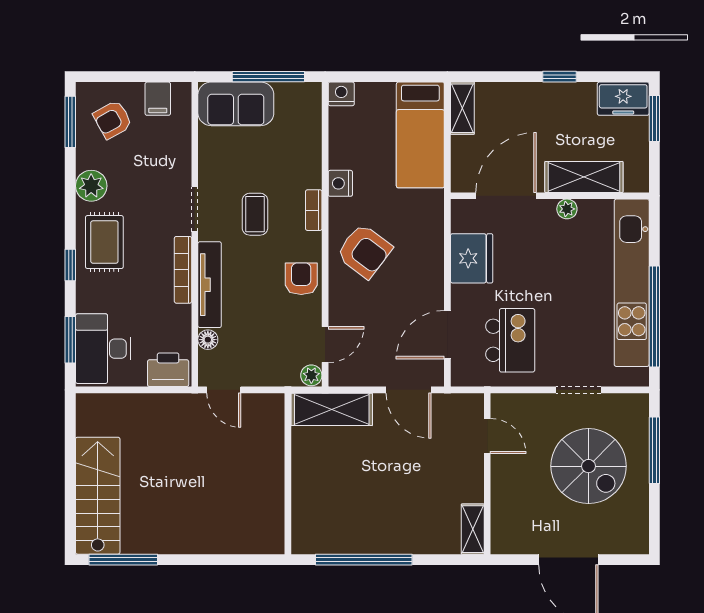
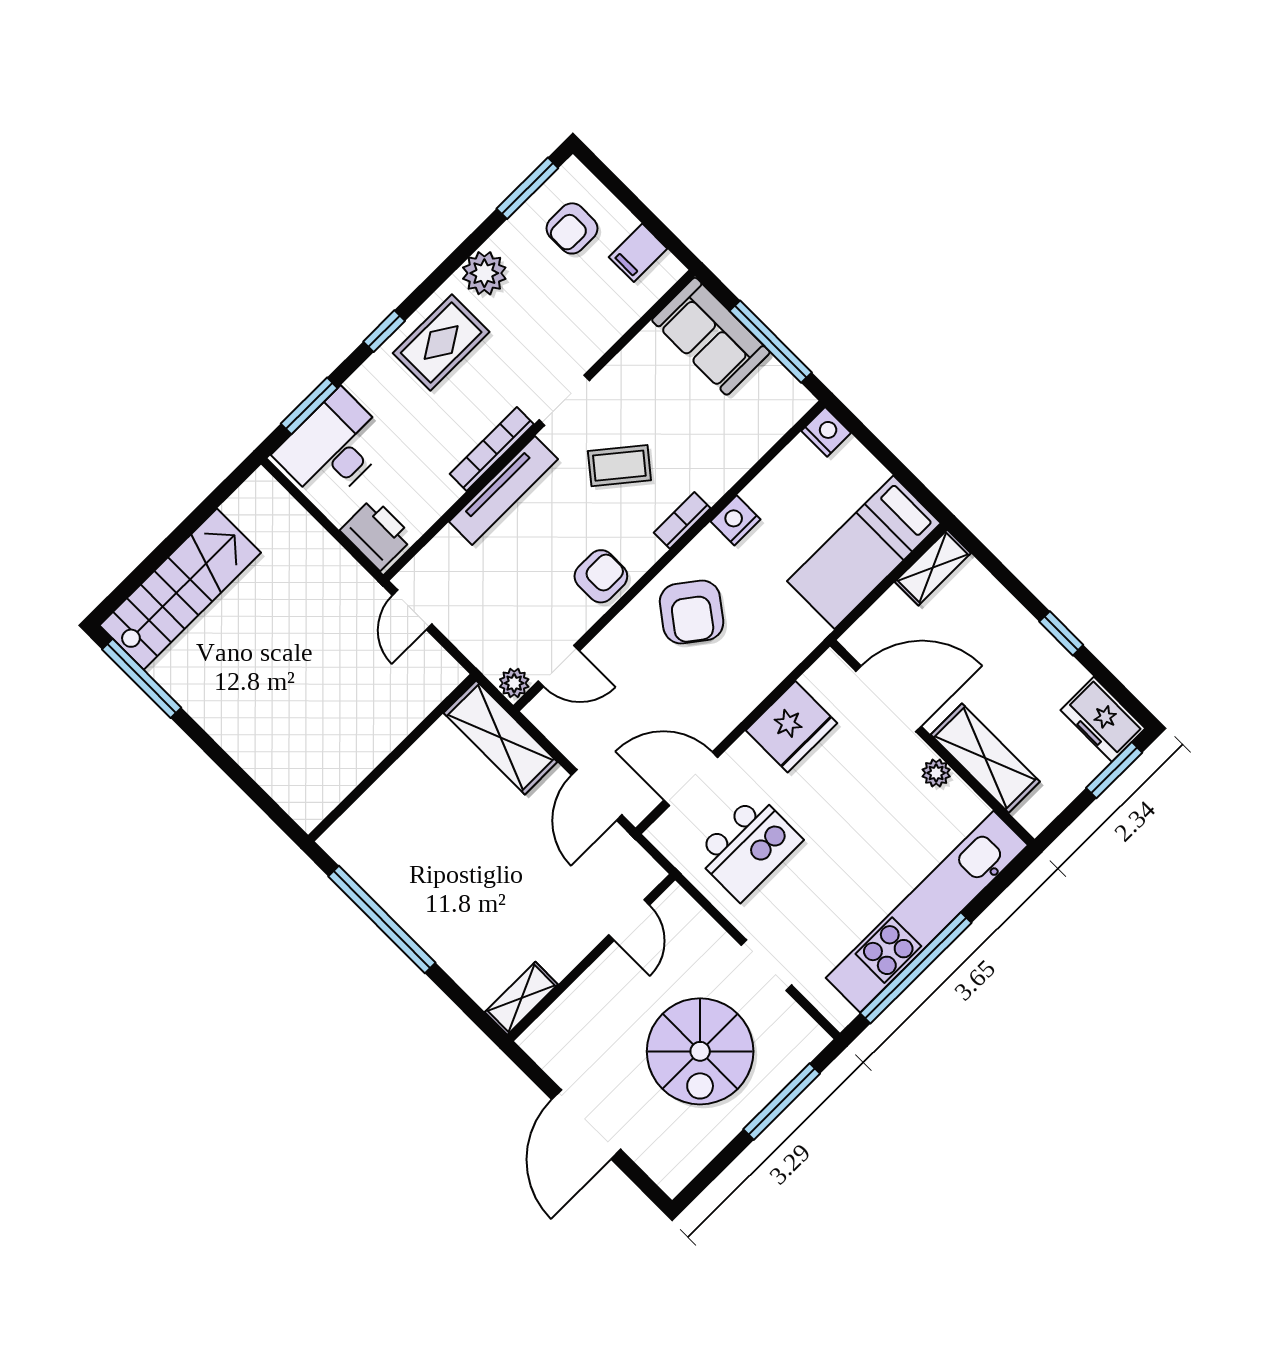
armchair: (113, 120) -> (572, 228), turned -61
coffee table: (255, 214) -> (619, 466), turned 39
floor lamp: (208, 340) -> (447, 544), removed

